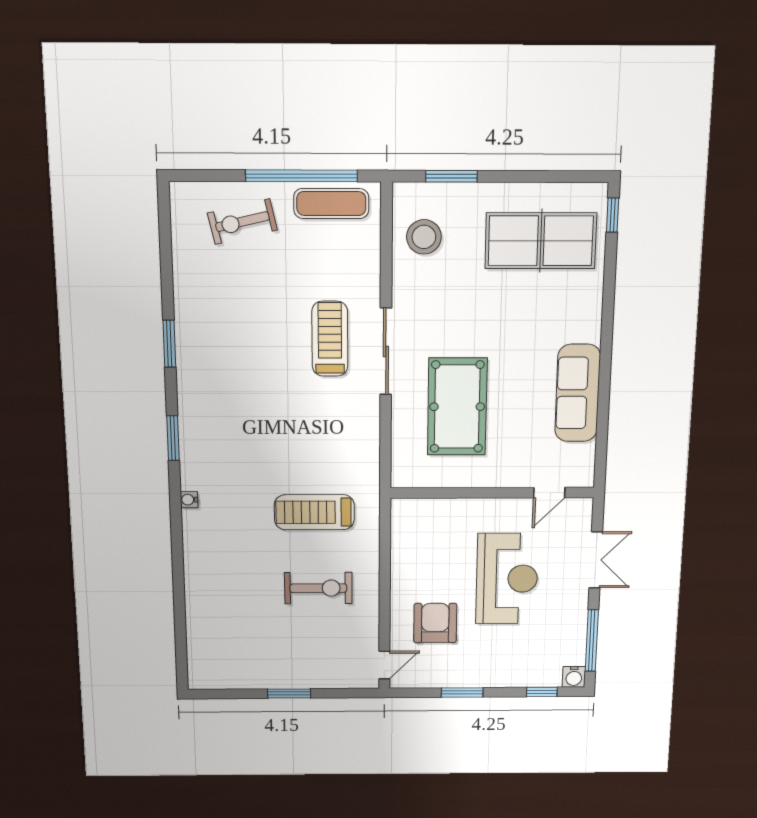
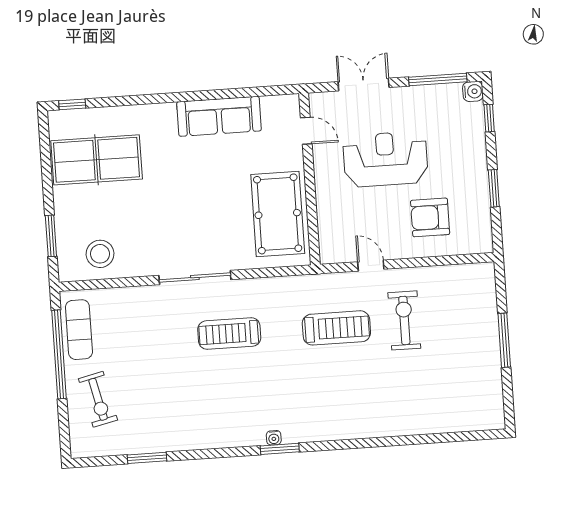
table tennis table: (541, 241) -> (97, 160), turned 90
treadmill: (330, 339) -> (229, 334), moved
window: (169, 344) -> (147, 458), moved
pool table: (457, 407) -> (278, 214), moved, turned 90
water cooler: (189, 500) -> (274, 438), moved
treadmill: (314, 512) -> (336, 328), turned -90
door: (384, 665) -> (371, 266), moved
window: (289, 694) -> (504, 340), width x1.44

